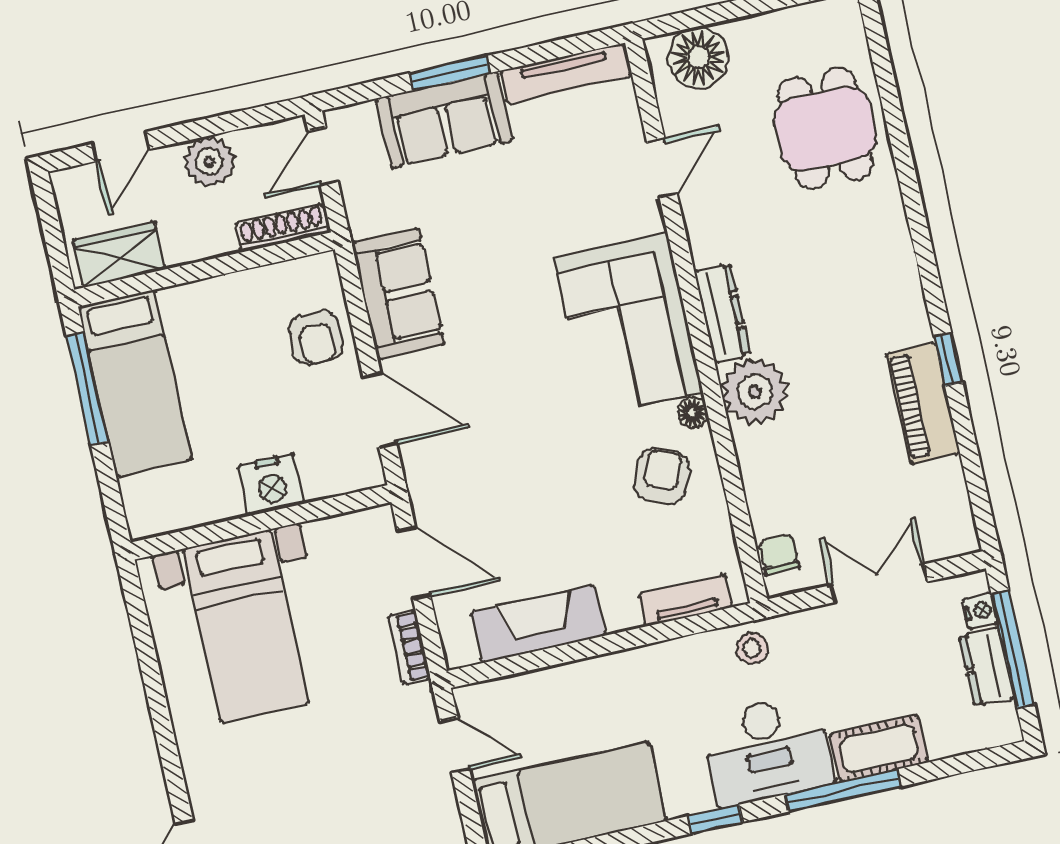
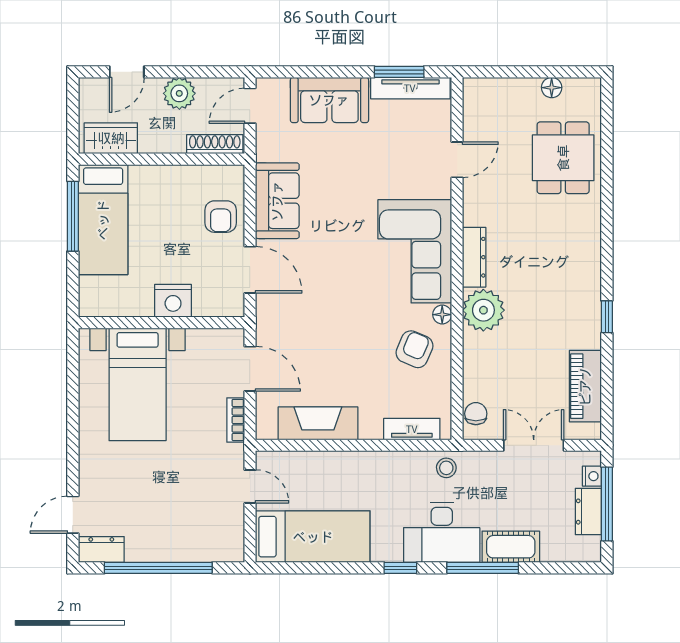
floor lamp: (698, 57) -> (552, 88), moved, width x0.53, depth x0.53
window: (450, 73) -> (399, 72), moved
piano: (923, 403) -> (585, 386), moved

